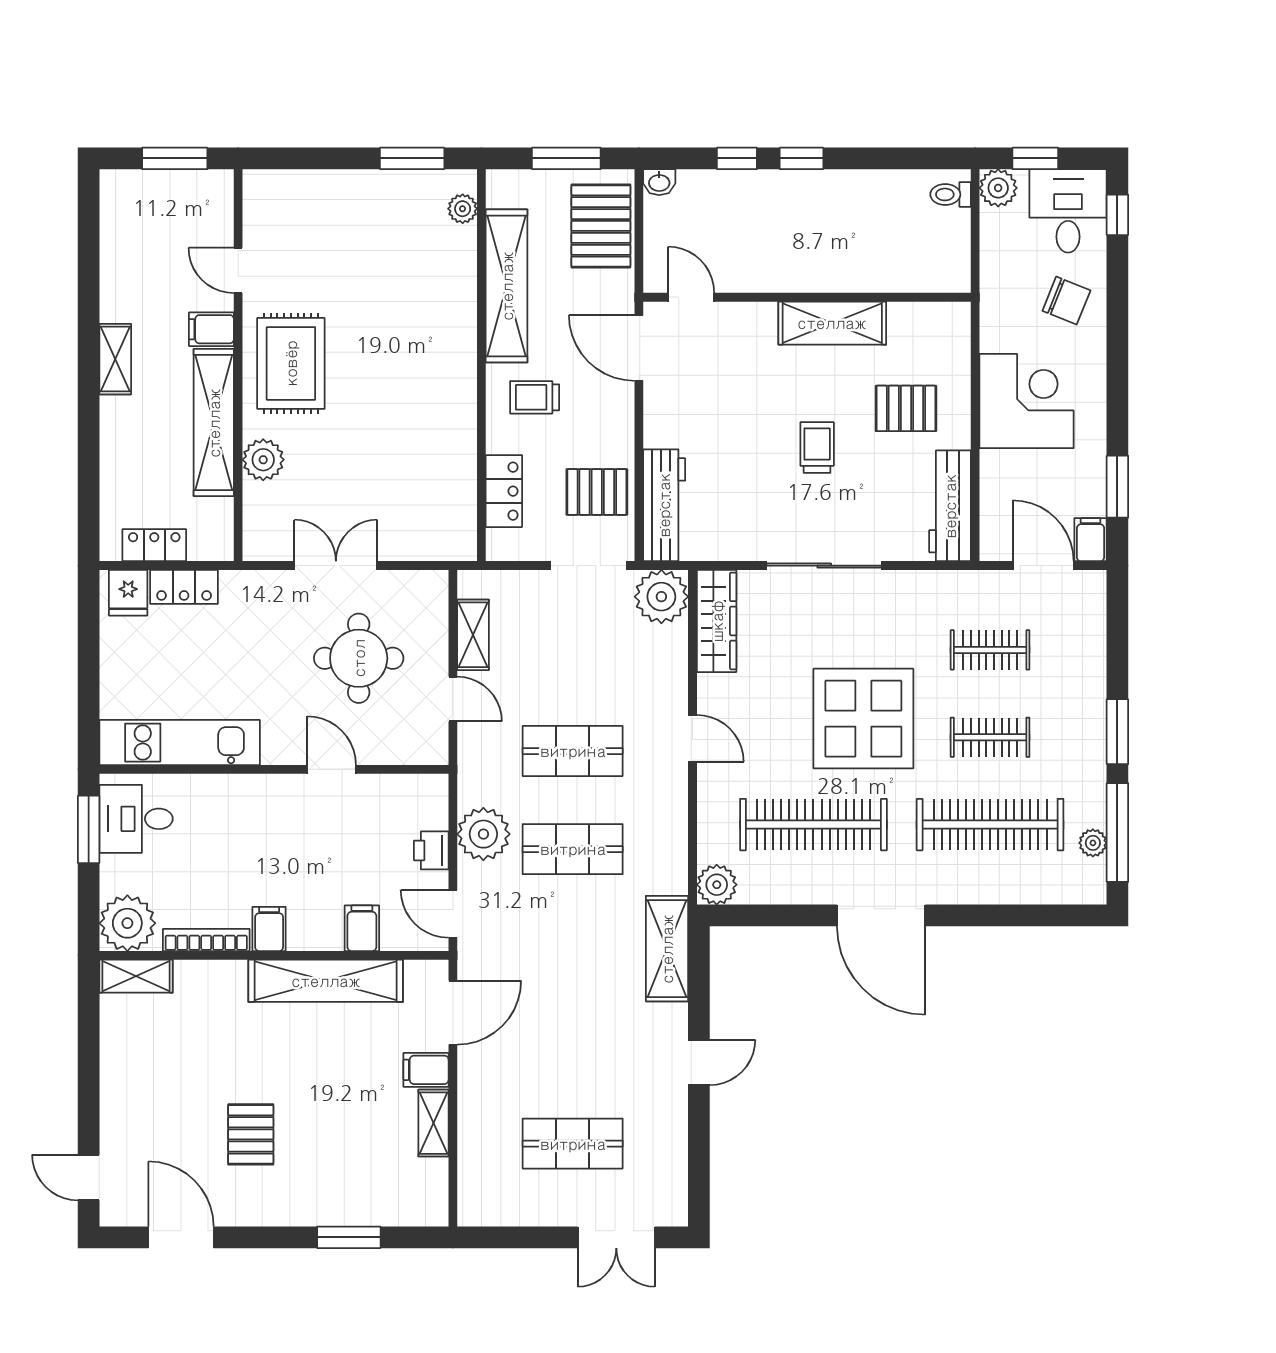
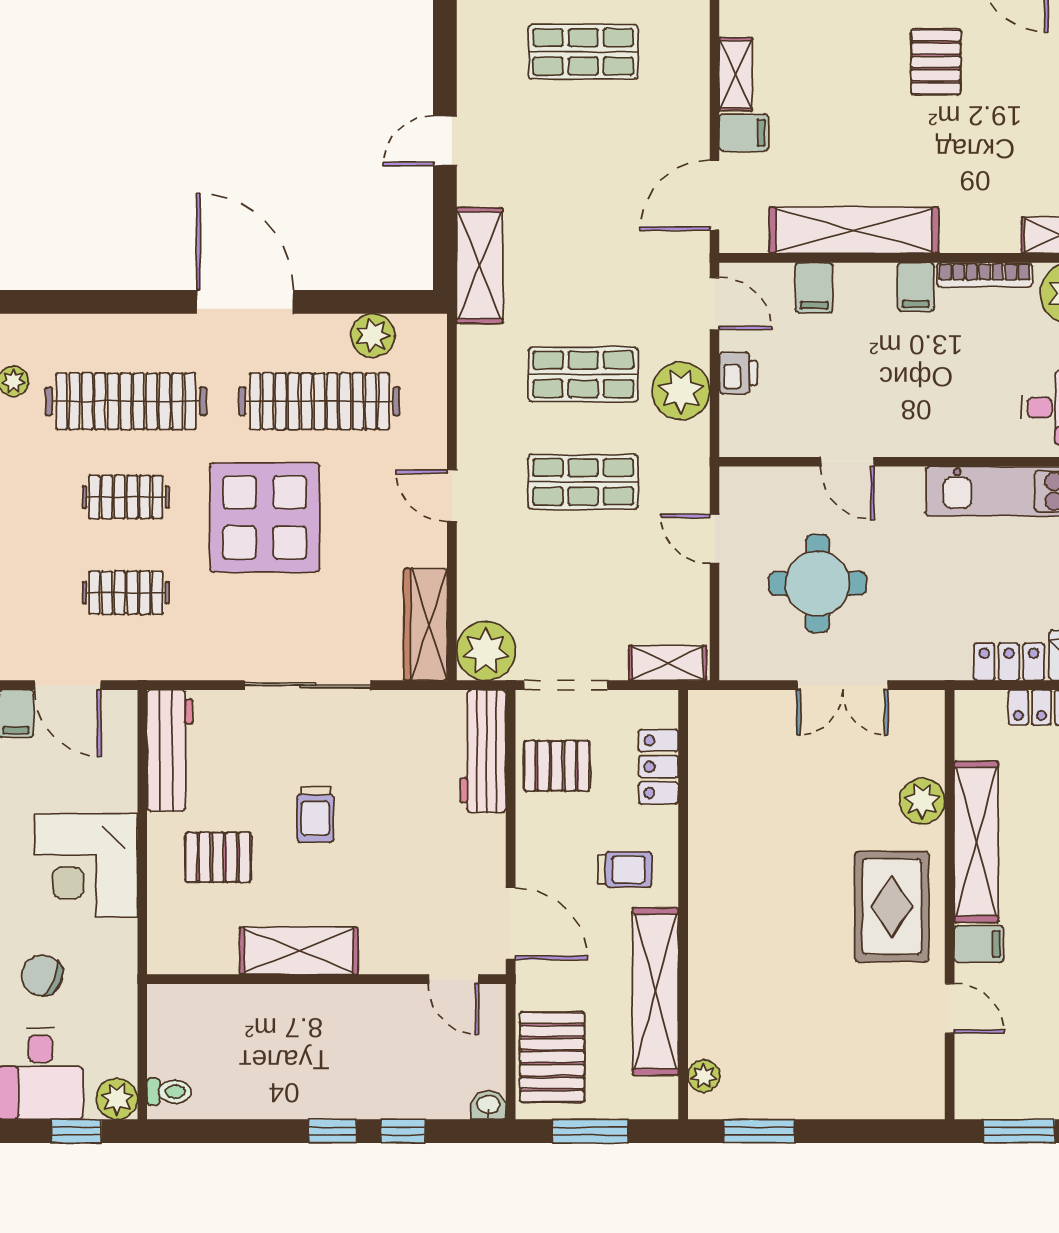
shelving: (473, 635) -> (668, 663), moved, turned 90
plant: (717, 885) -> (373, 335), moved

